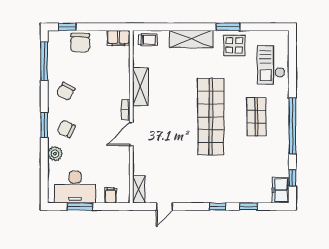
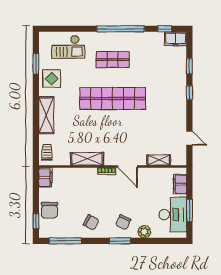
window: (228, 27) -> (36, 64), moved
chair: (80, 43) -> (49, 210), turned 90
shelving: (139, 189) -> (159, 160), moved
filing cabinet: (111, 195) -> (180, 184), width x2.00

